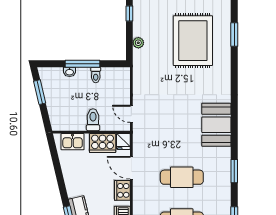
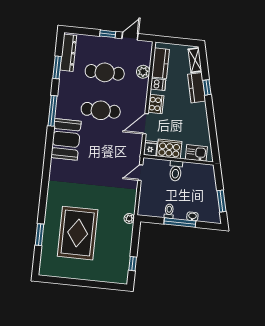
plant: (138, 43) -> (129, 218), moved
door: (131, 114) -> (140, 173), swing flipped
booth: (216, 125) -> (66, 139), moved
door: (131, 168) -> (145, 124), swing flipped
window: (234, 171) -> (53, 111), width x1.44

